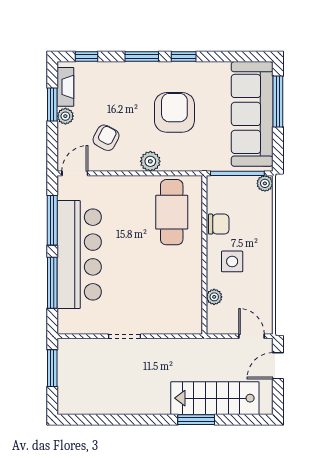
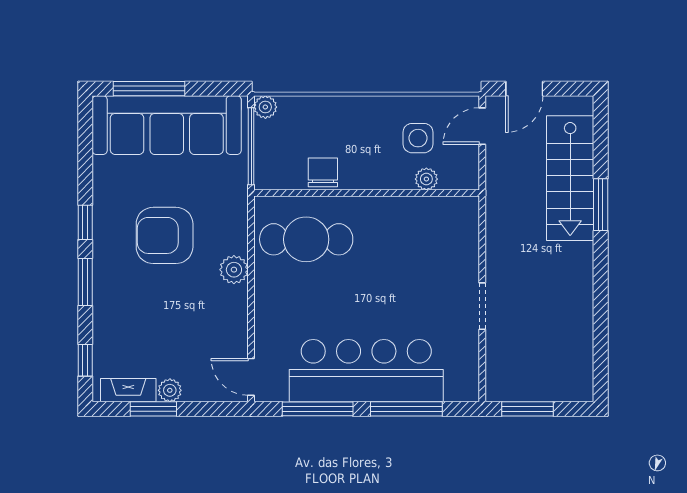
armchair: (106, 138) -> (200, 333), removed
side table: (232, 261) -> (418, 138), moved
door: (278, 366) -> (524, 89), hinge flipped

